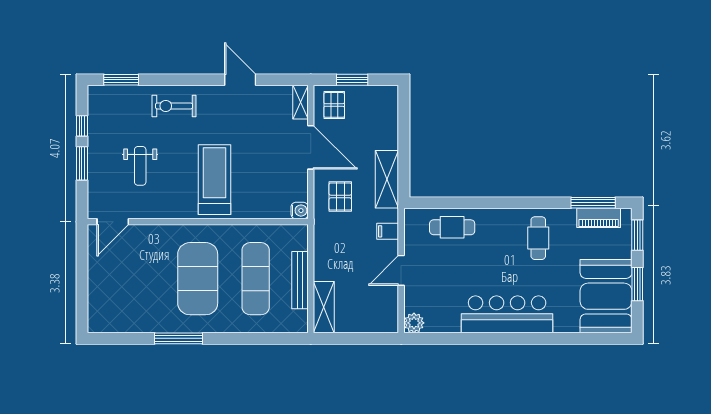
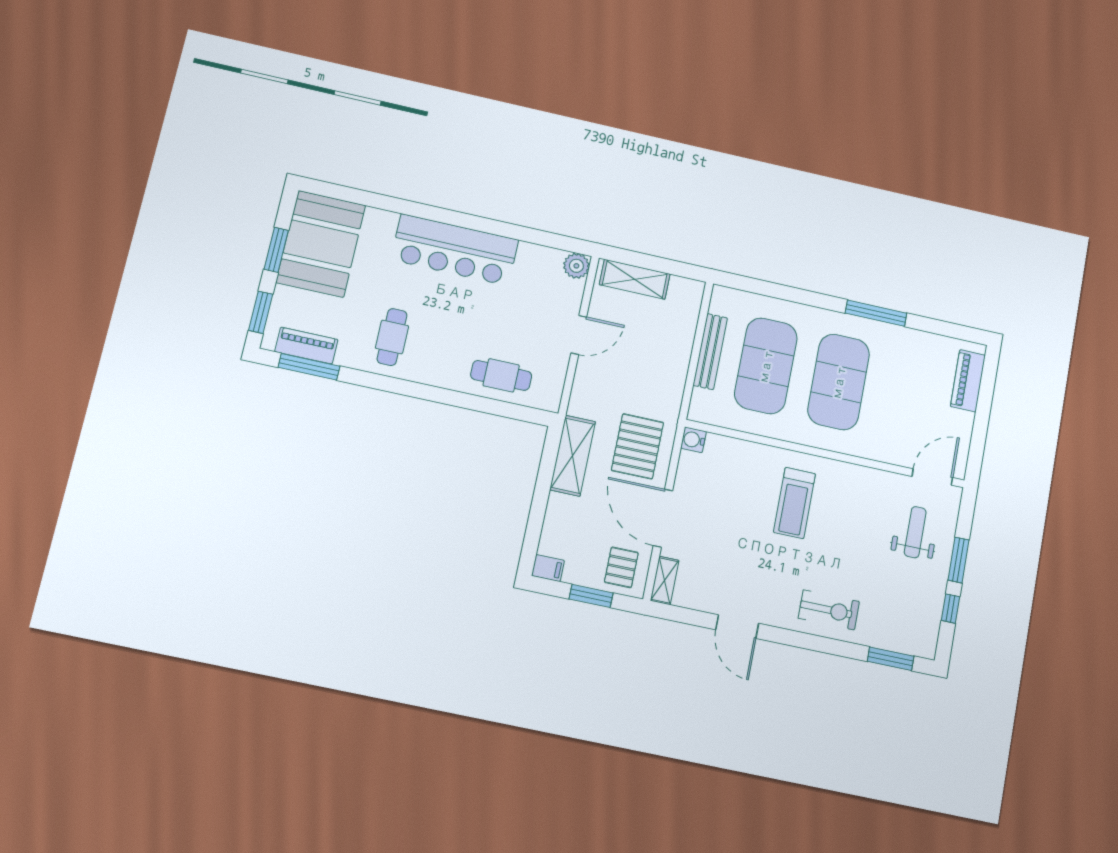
weight bench: (140, 166) -> (915, 532), moved
treadmill: (215, 180) -> (794, 503), width x0.73, depth x0.73
pallet: (340, 197) -> (637, 446), width x1.50, depth x1.42
filing cabinet: (388, 231) -> (548, 568), moved
exercise mat: (256, 279) -> (766, 366), width x1.47
piano: (98, 302) -> (968, 381), added
shelving: (324, 307) -> (635, 279), moved, turned 90

